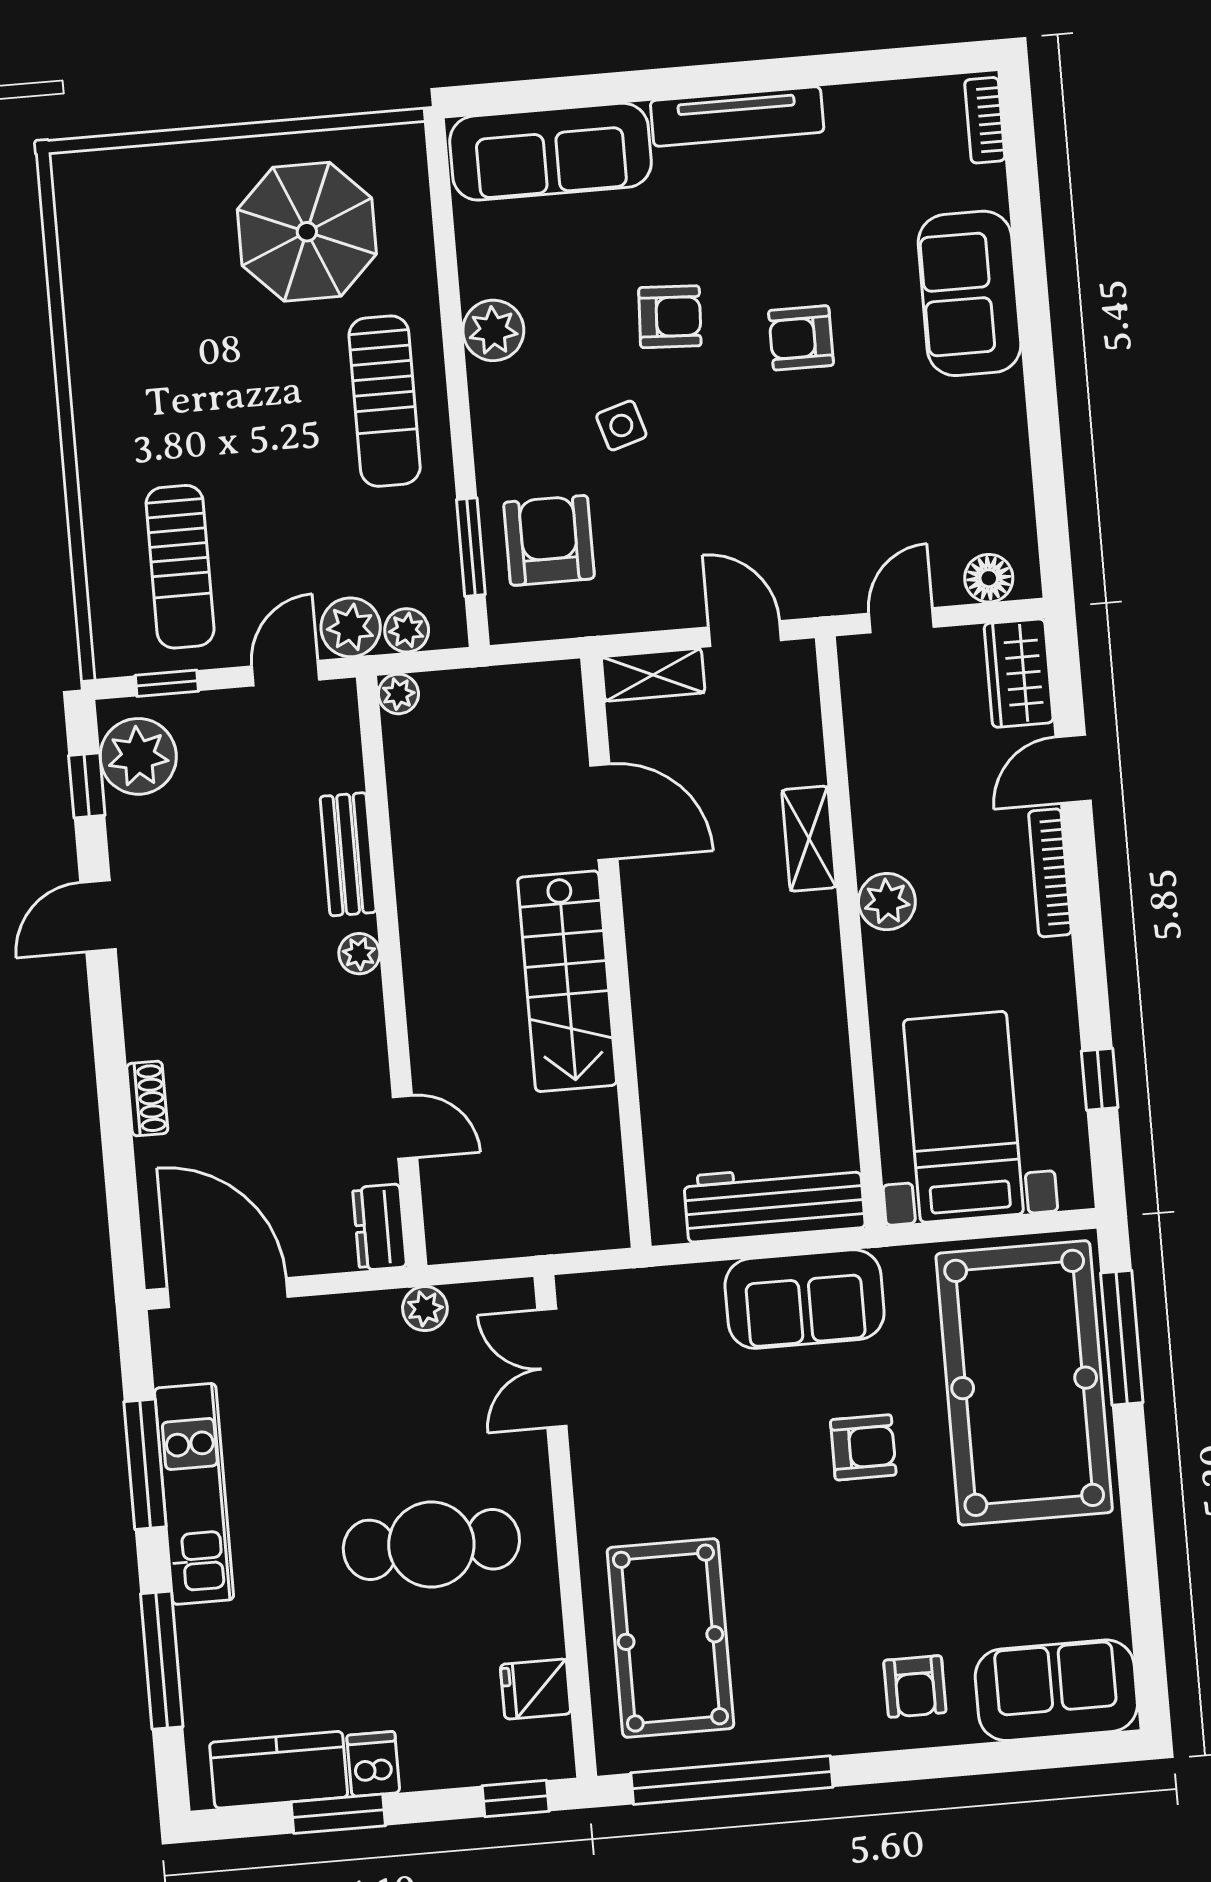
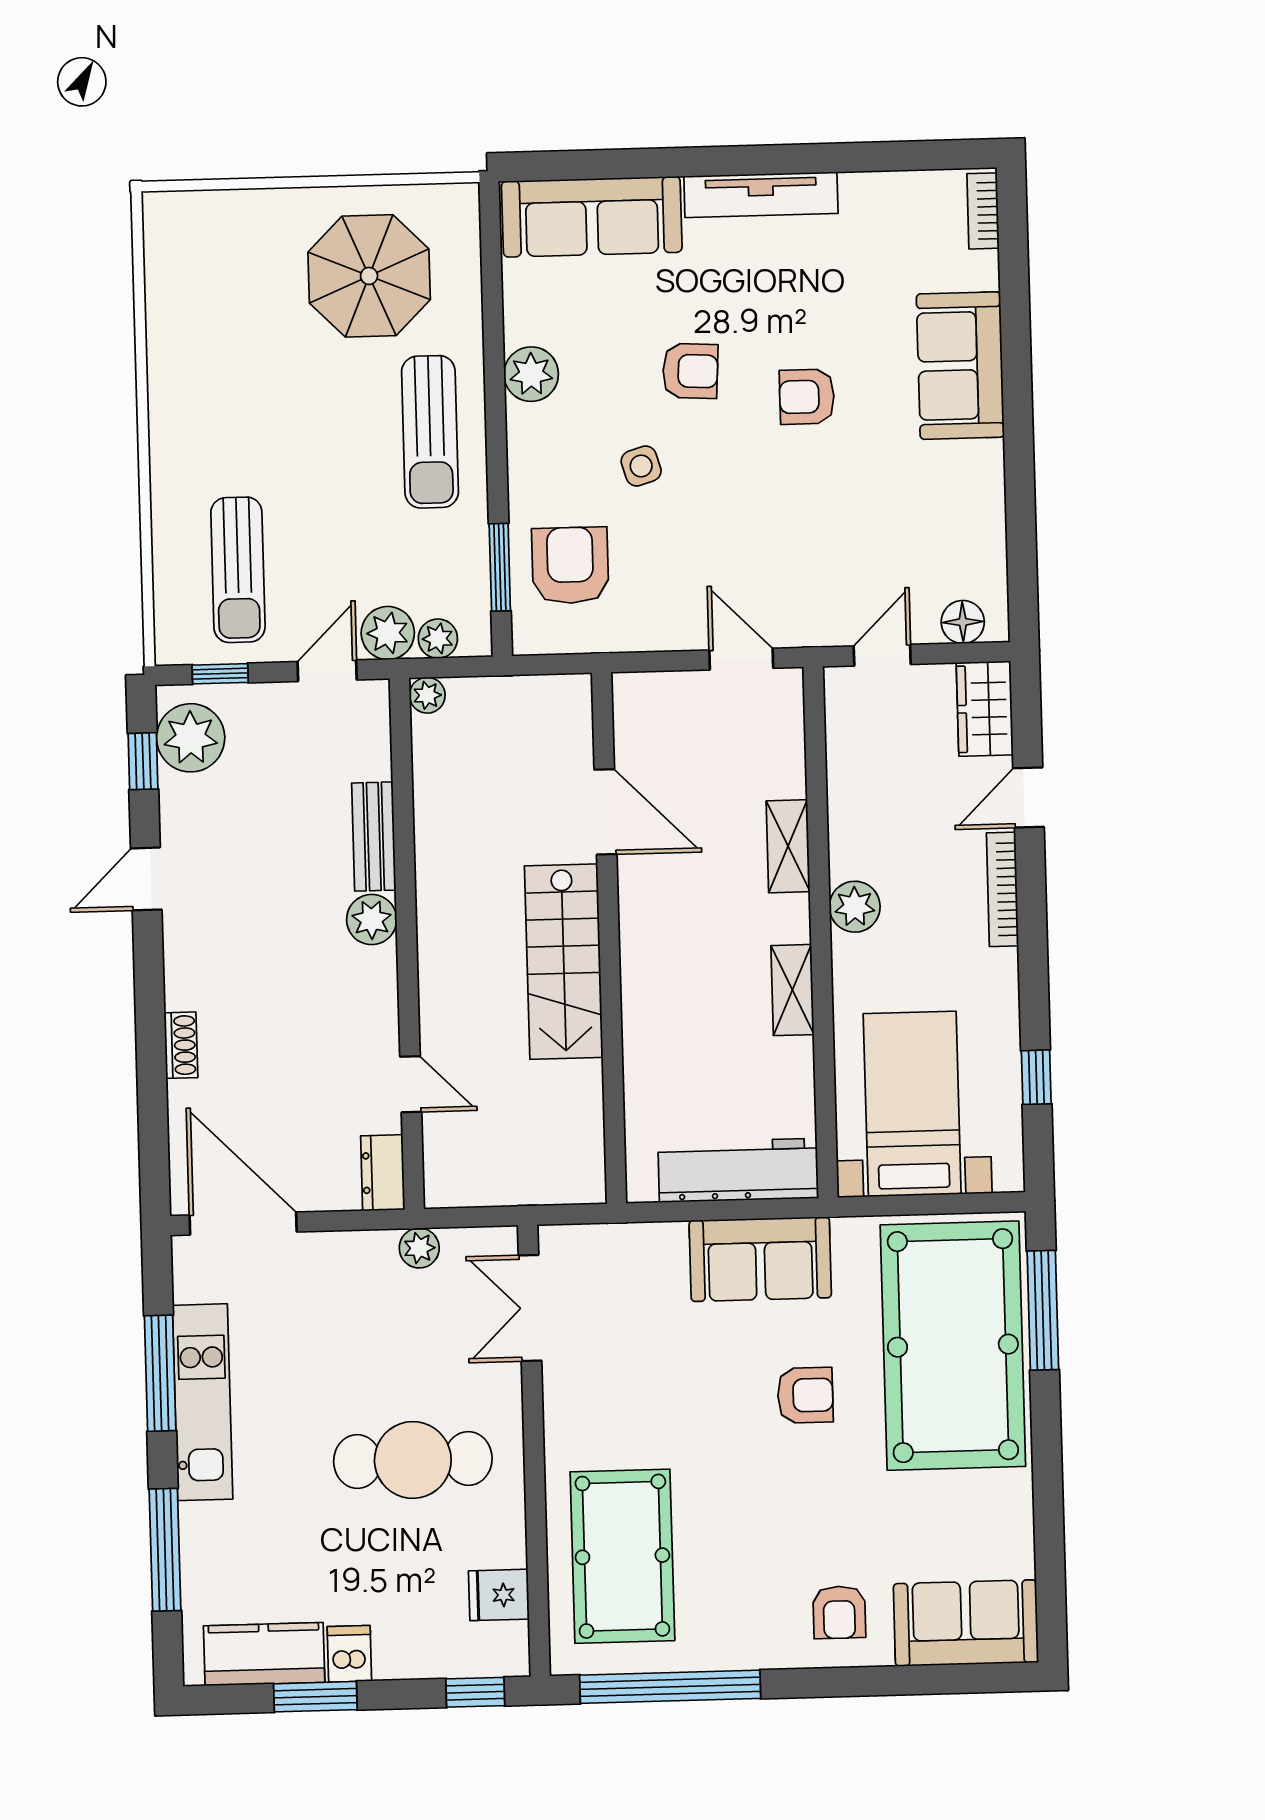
shelving: (653, 675) -> (792, 990), moved, turned 90
plant: (359, 954) -> (372, 920), width x1.38, depth x1.38

